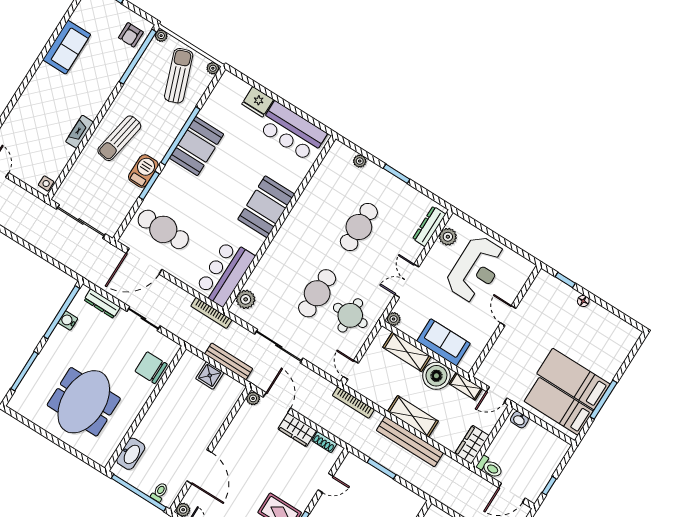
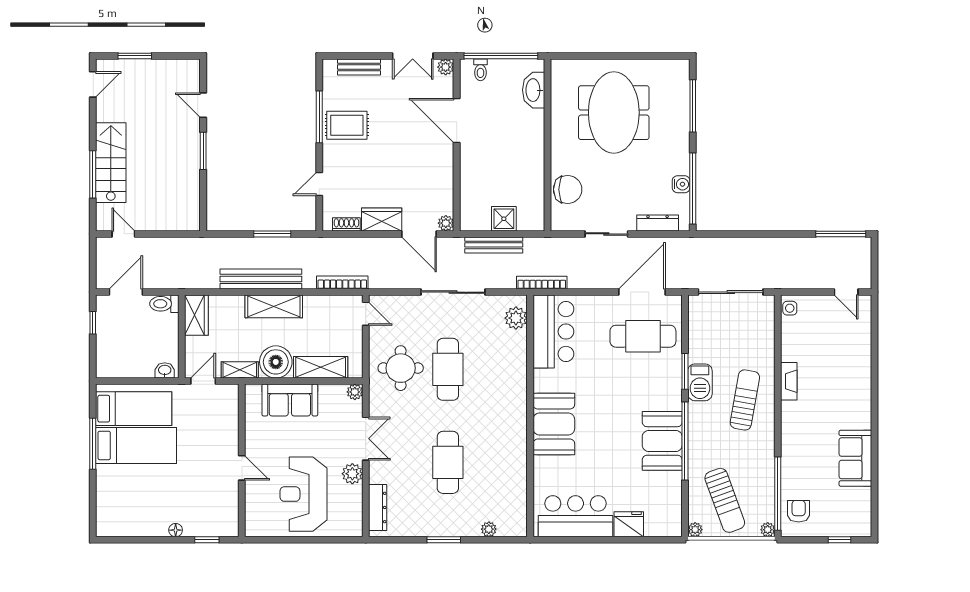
plant: (448, 237) -> (352, 474), moved

